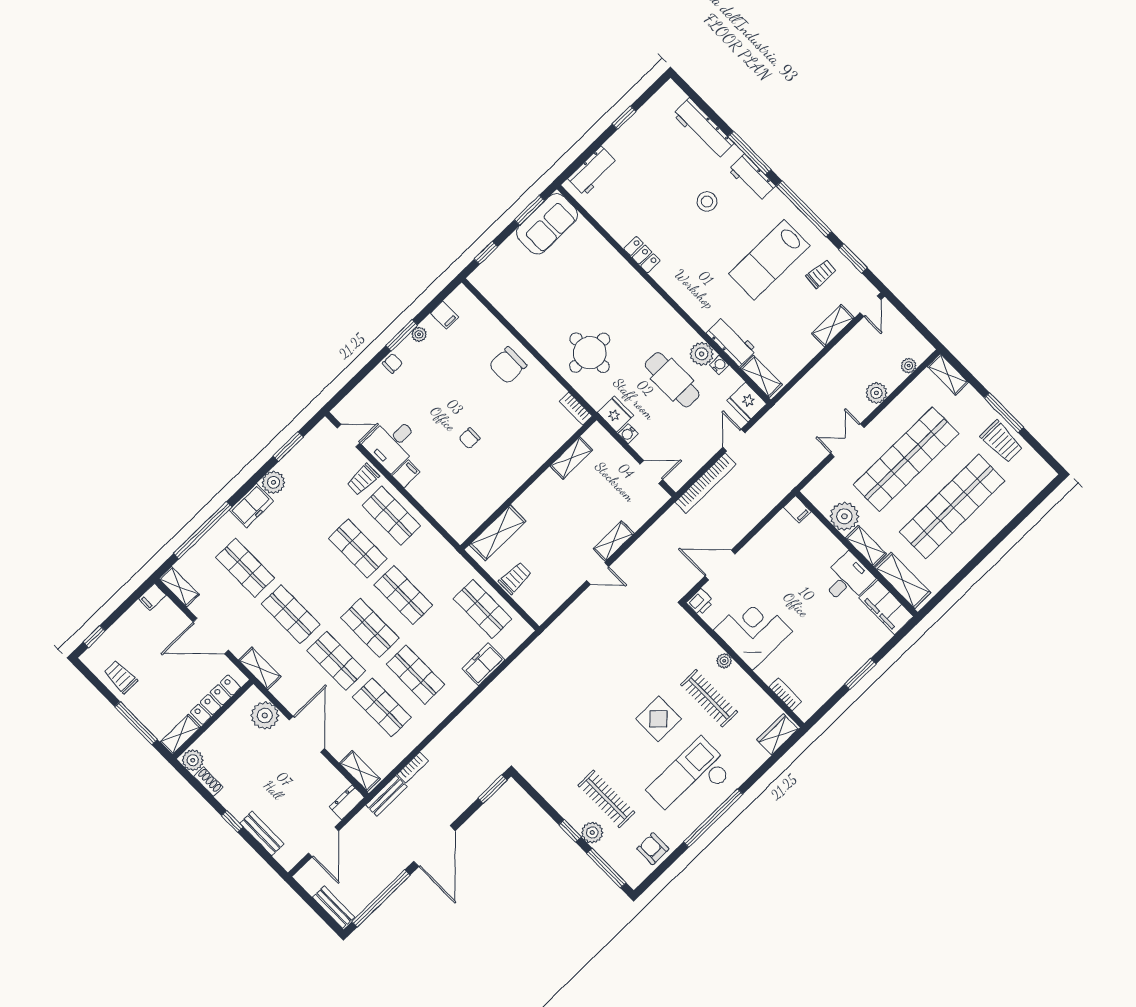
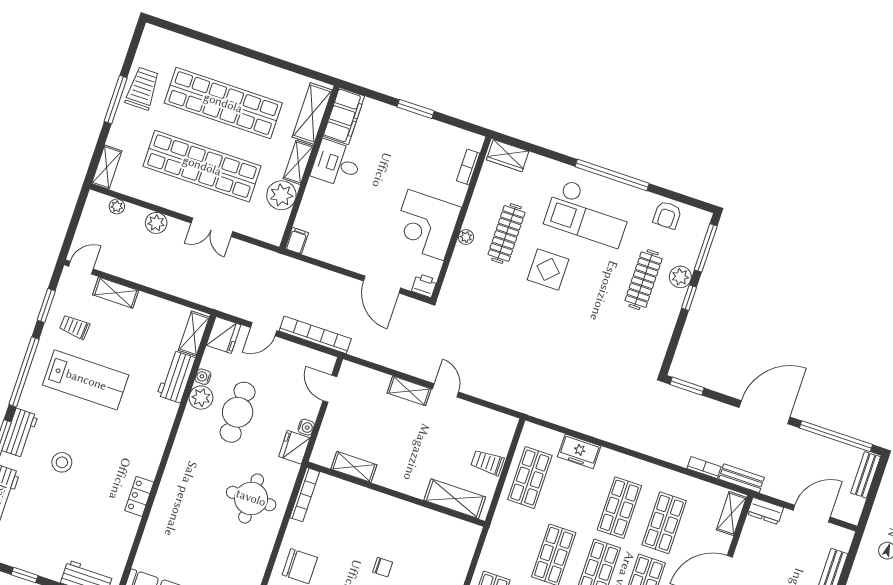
bookcase: (576, 409) -> (305, 495), width x1.56

